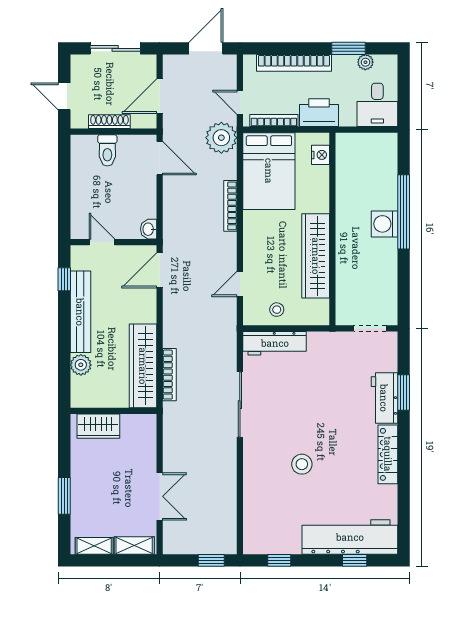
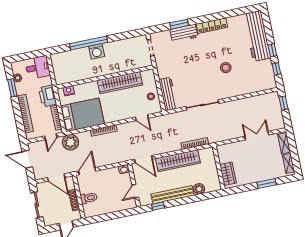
wardrobe: (143, 366) -> (178, 161), moved
window: (355, 560) -> (272, 50), moved

